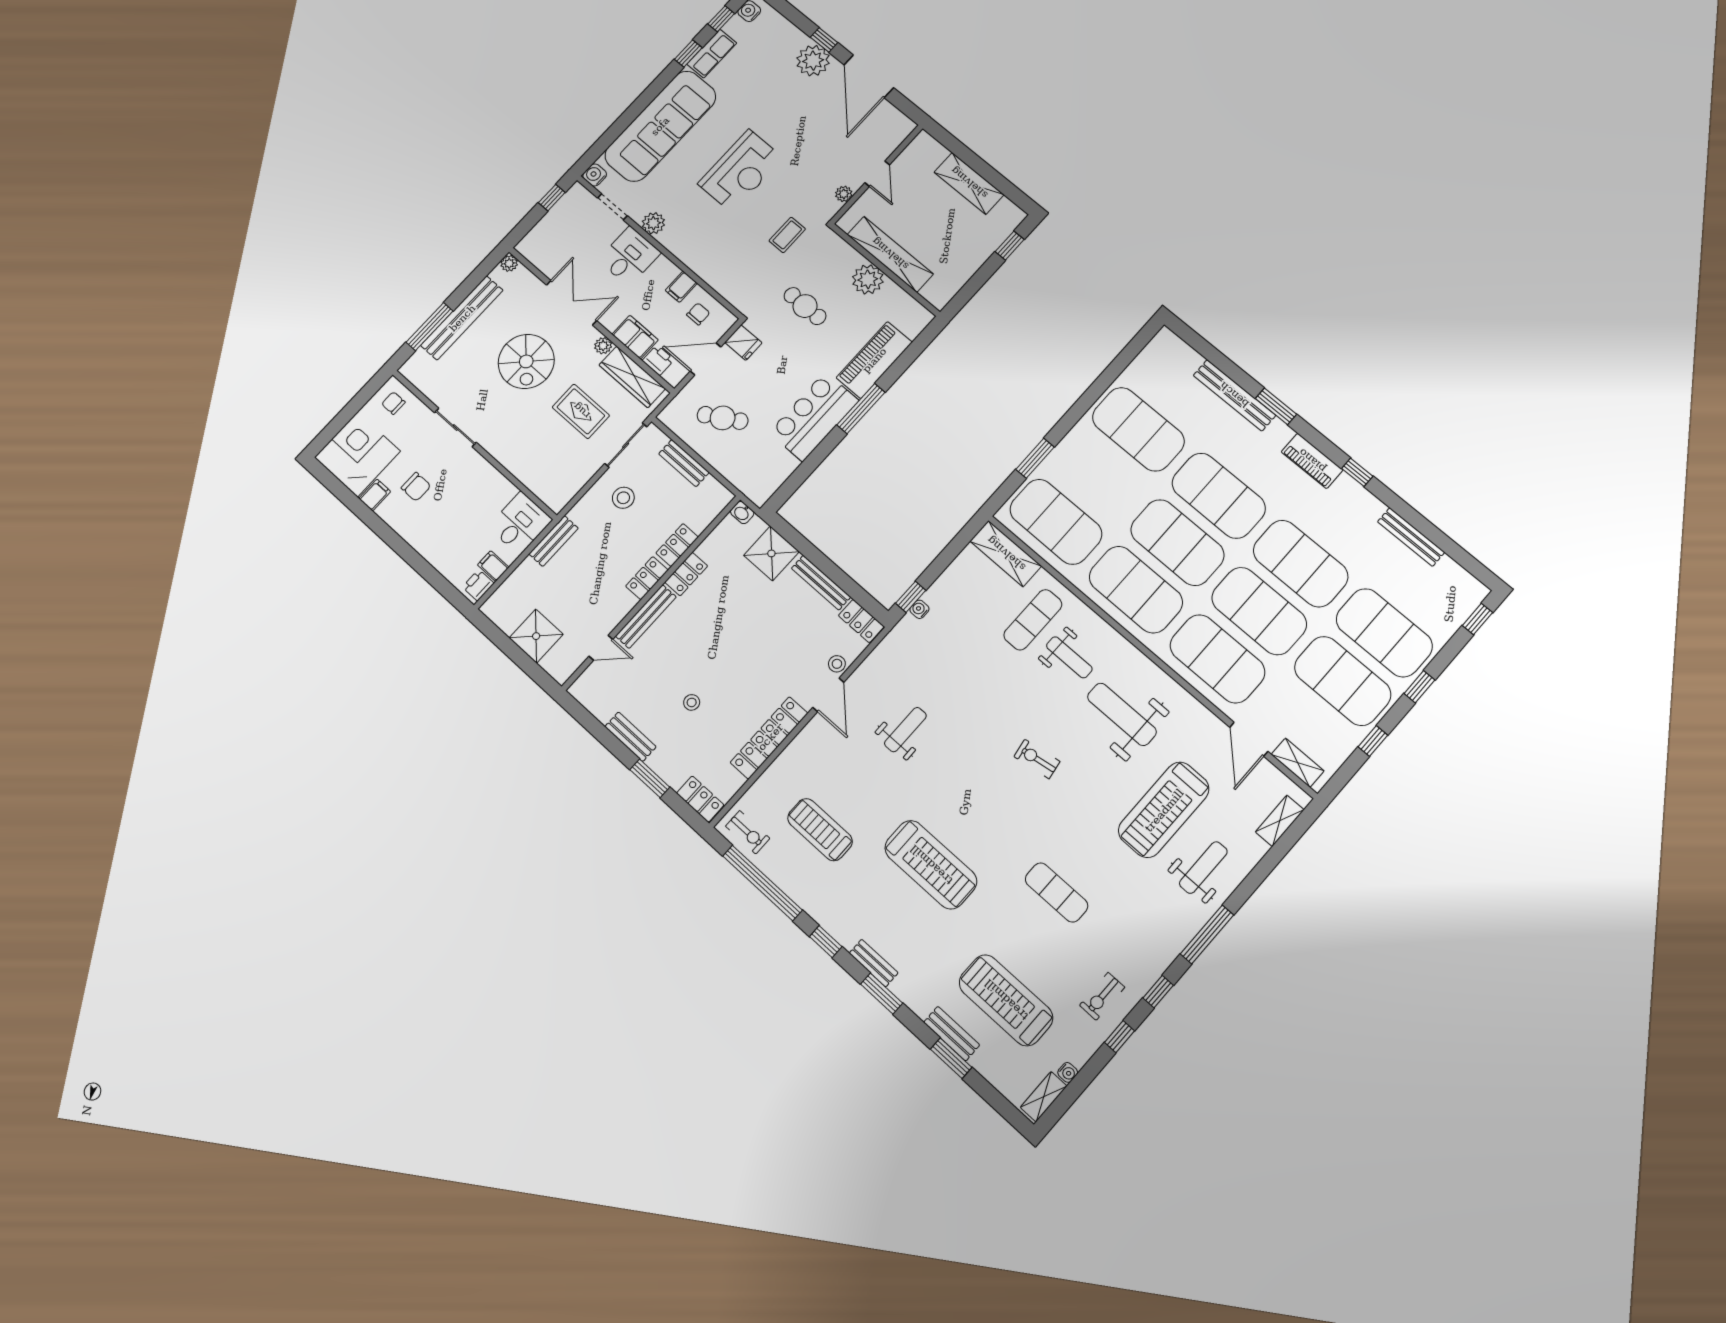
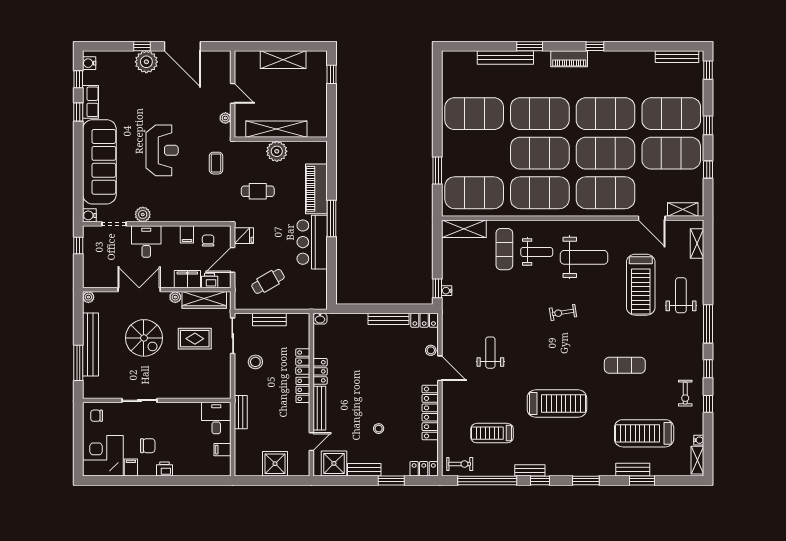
bench: (1411, 537) -> (677, 57), moved
shower: (771, 553) -> (334, 463), moved
printer: (478, 585) -> (165, 469), moved, turned 90
weight bench: (1122, 714) -> (584, 257), turned 180
bench: (874, 963) -> (530, 470), moved

